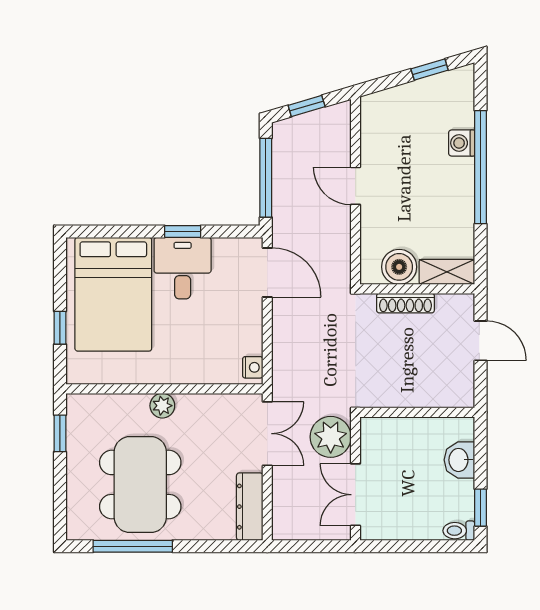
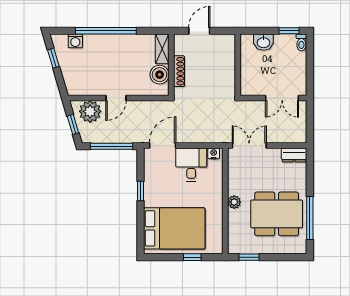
washing machine: (462, 143) -> (75, 41), moved
desk: (183, 268) -> (191, 164), moved, turned 90
plant: (331, 437) -> (90, 111), moved
dresser: (250, 507) -> (294, 155), width x0.70

